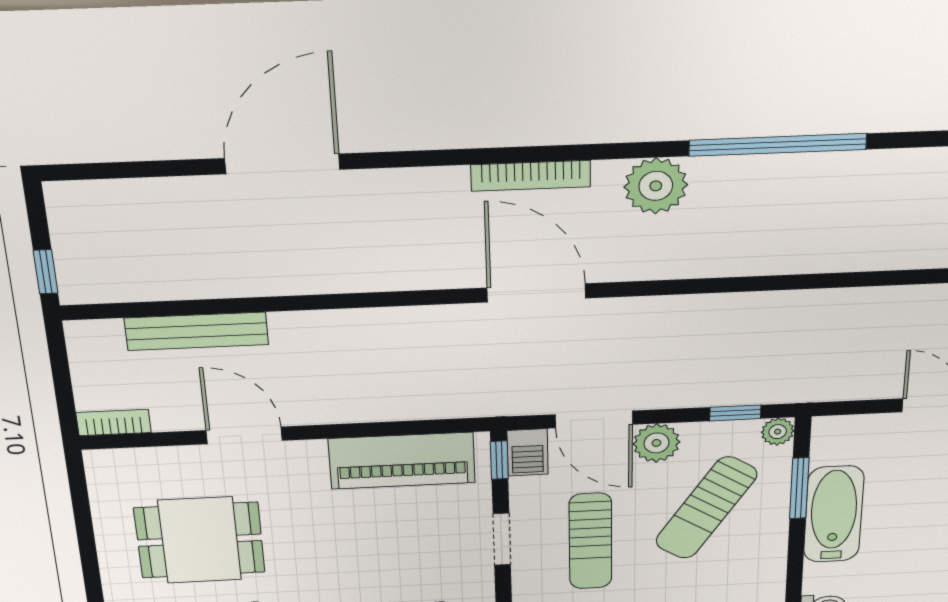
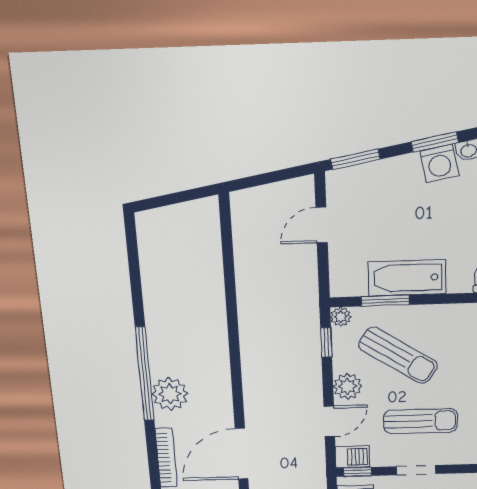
window: (778, 145) -> (145, 374), moved
door: (594, 419) -> (329, 422), width x0.73

